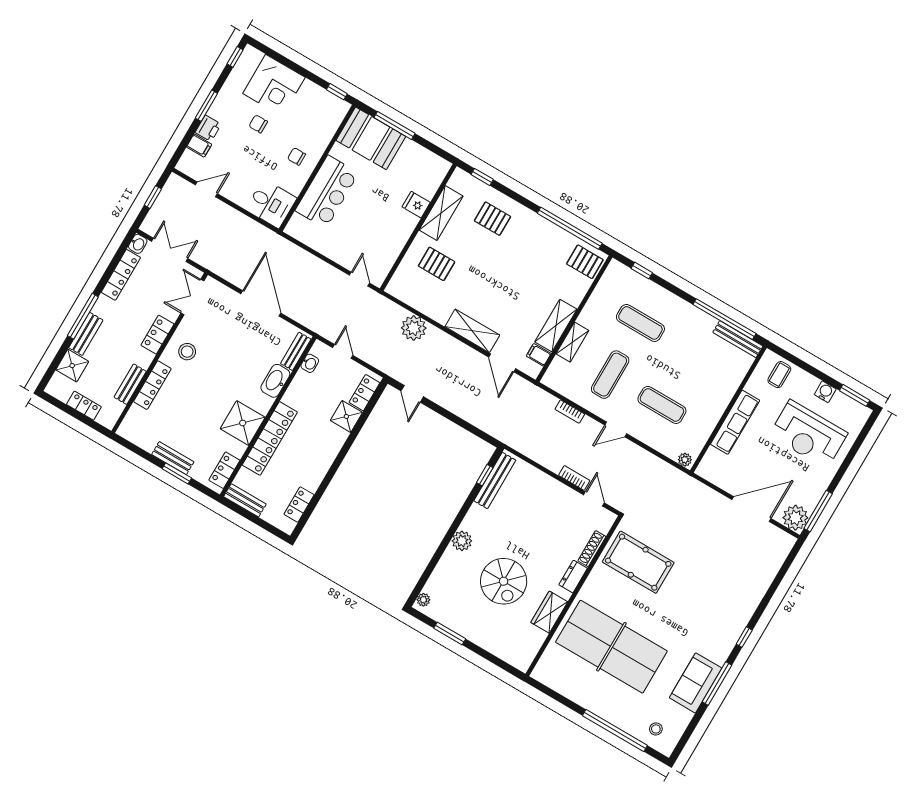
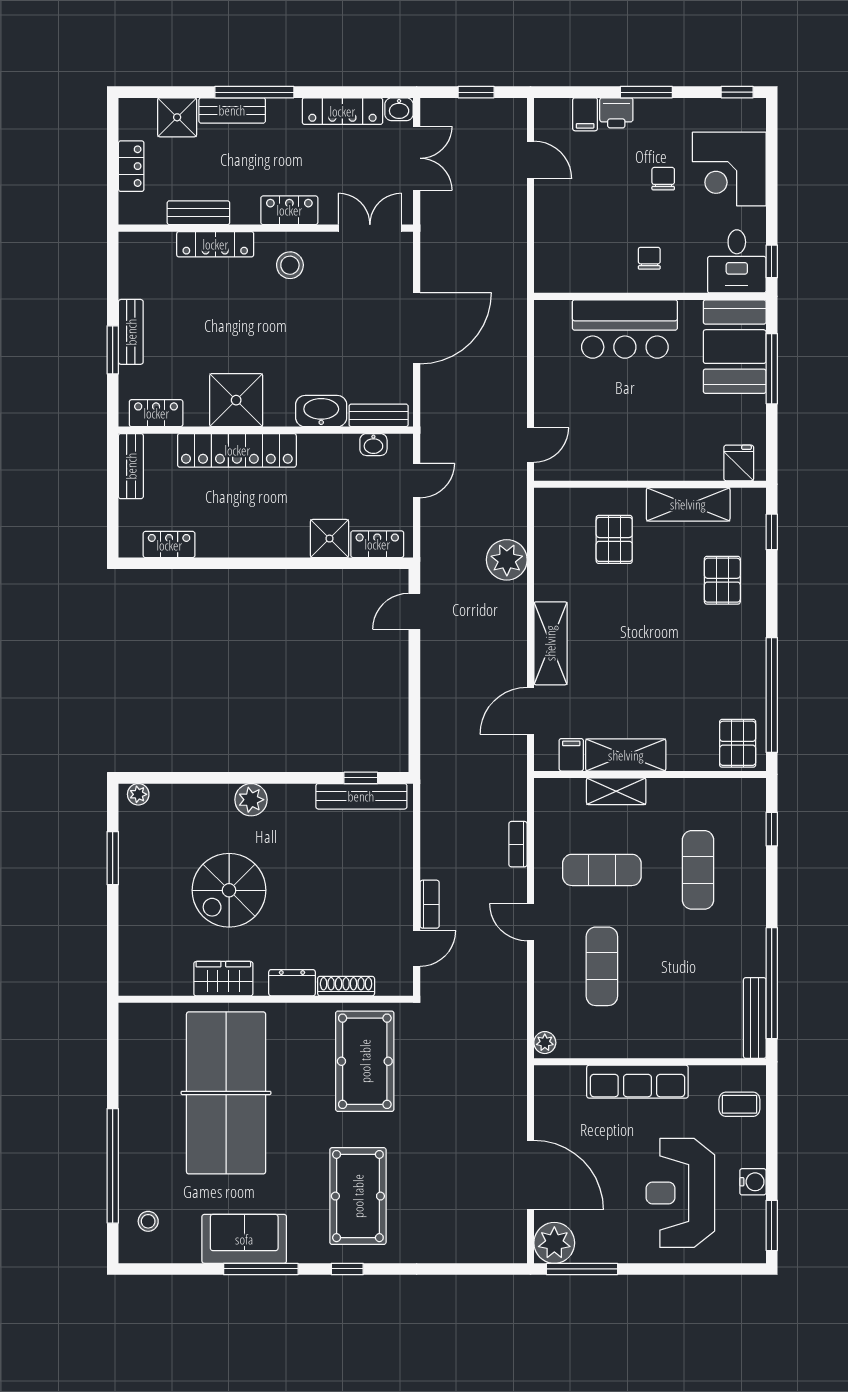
desk: (271, 204) -> (737, 261), moved
fridge: (416, 205) -> (739, 463), moved
pool table: (708, 608) -> (358, 1196), added

